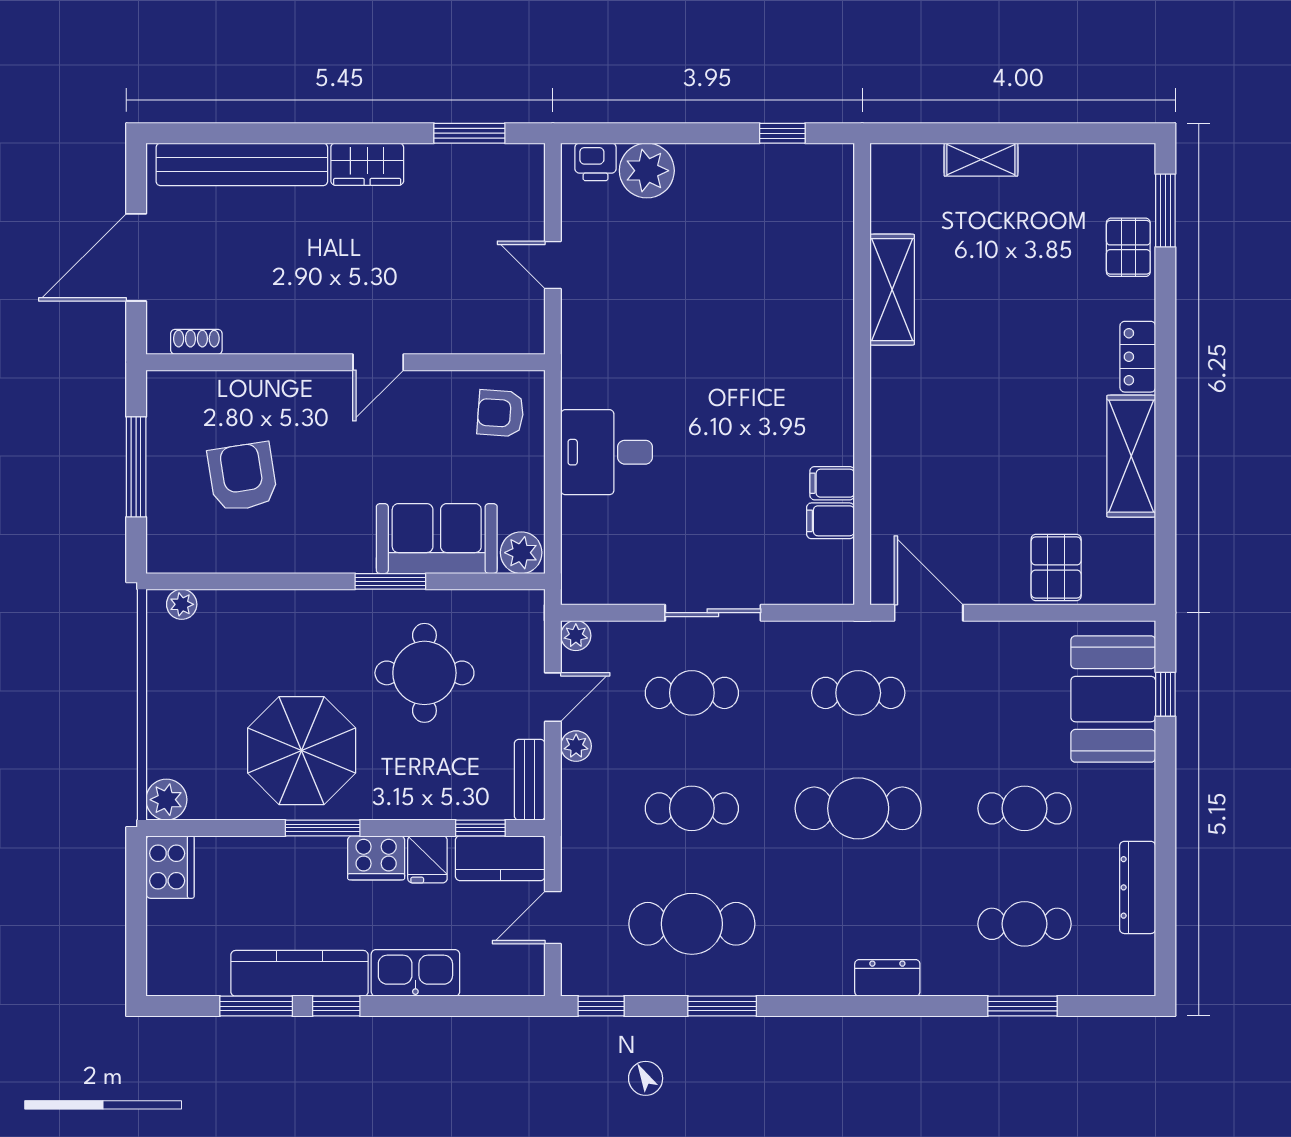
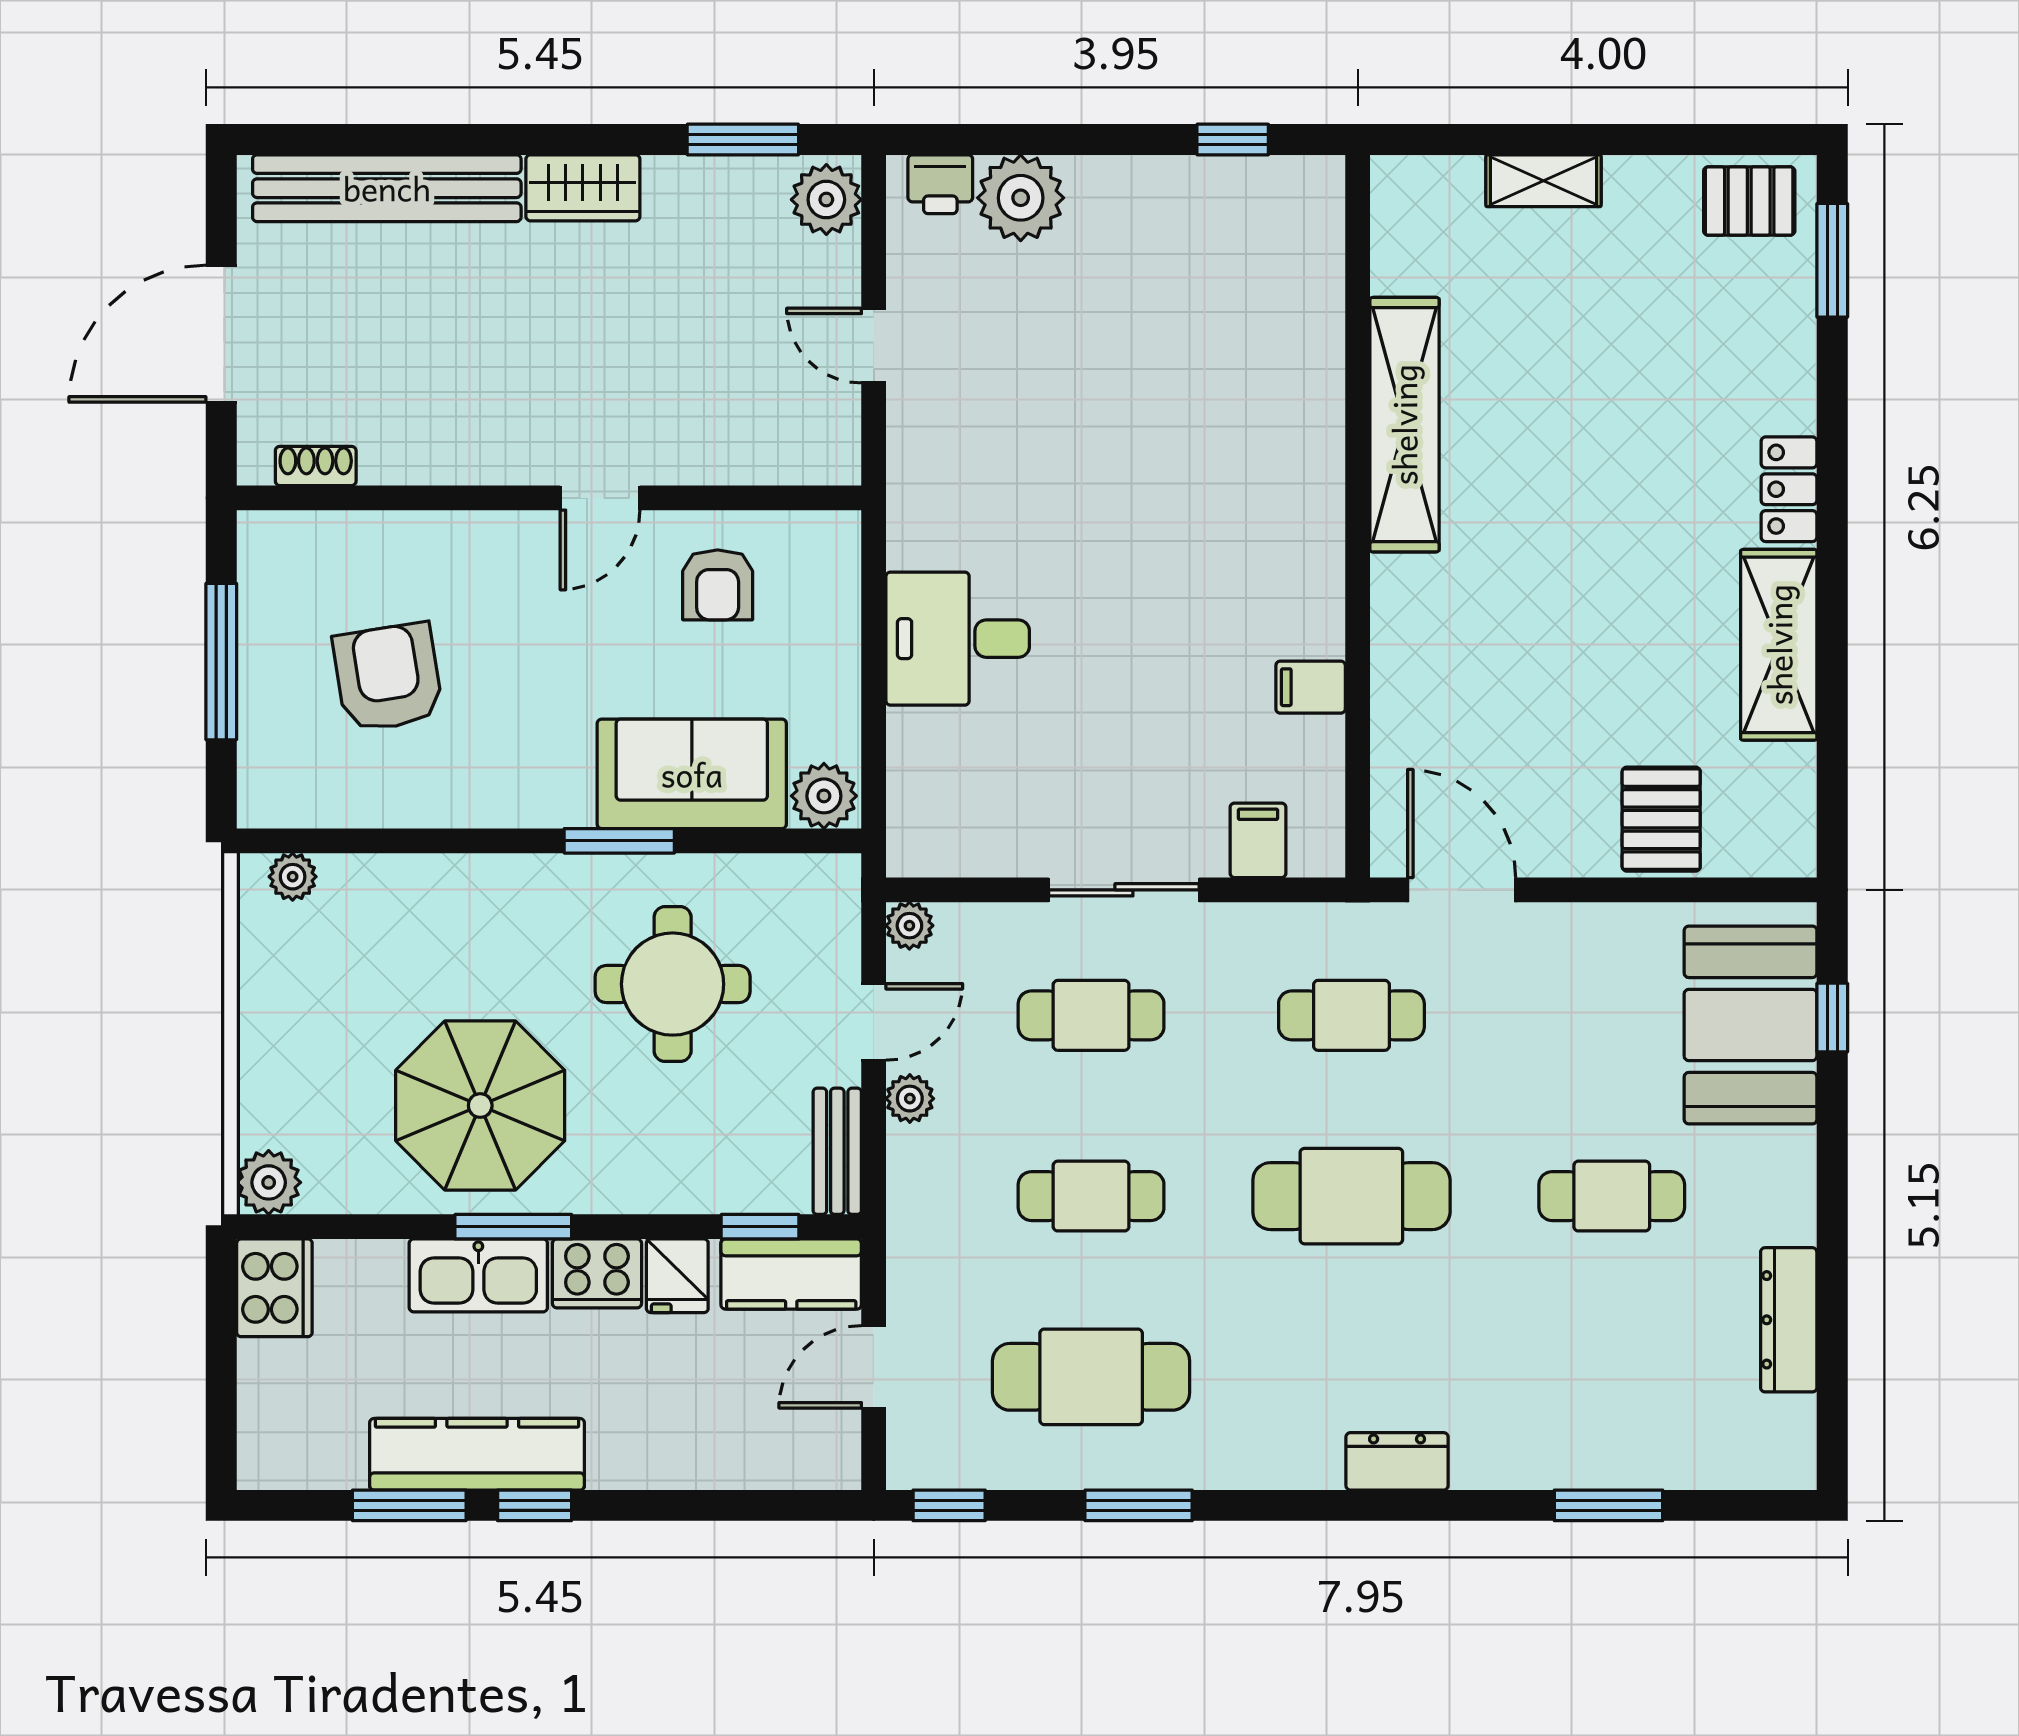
plant: (523, 172) -> (826, 200), added
pallet: (1128, 247) -> (1749, 201), moved, turned 90
shelving: (892, 290) -> (1404, 425), width x1.47
armchair: (501, 413) -> (718, 585), moved, turned -94
filing cabinet: (830, 521) -> (1258, 840), moved, turned 90
cafe table: (1025, 924) -> (1612, 1377), removed
kitchen sink: (415, 973) -> (478, 1275), moved, turned 180

